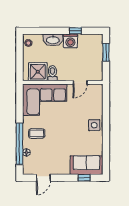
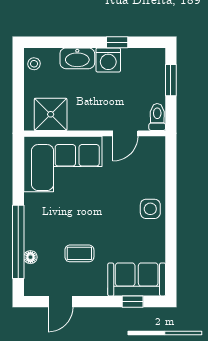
toilet: (52, 73) -> (157, 117), moved
coffee table: (37, 133) -> (79, 253), moved

